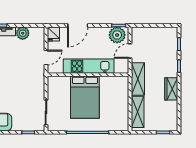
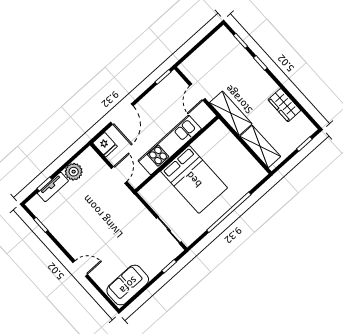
plant: (117, 35) -> (170, 88), removed
wardrobe: (171, 89) -> (284, 105), moved

